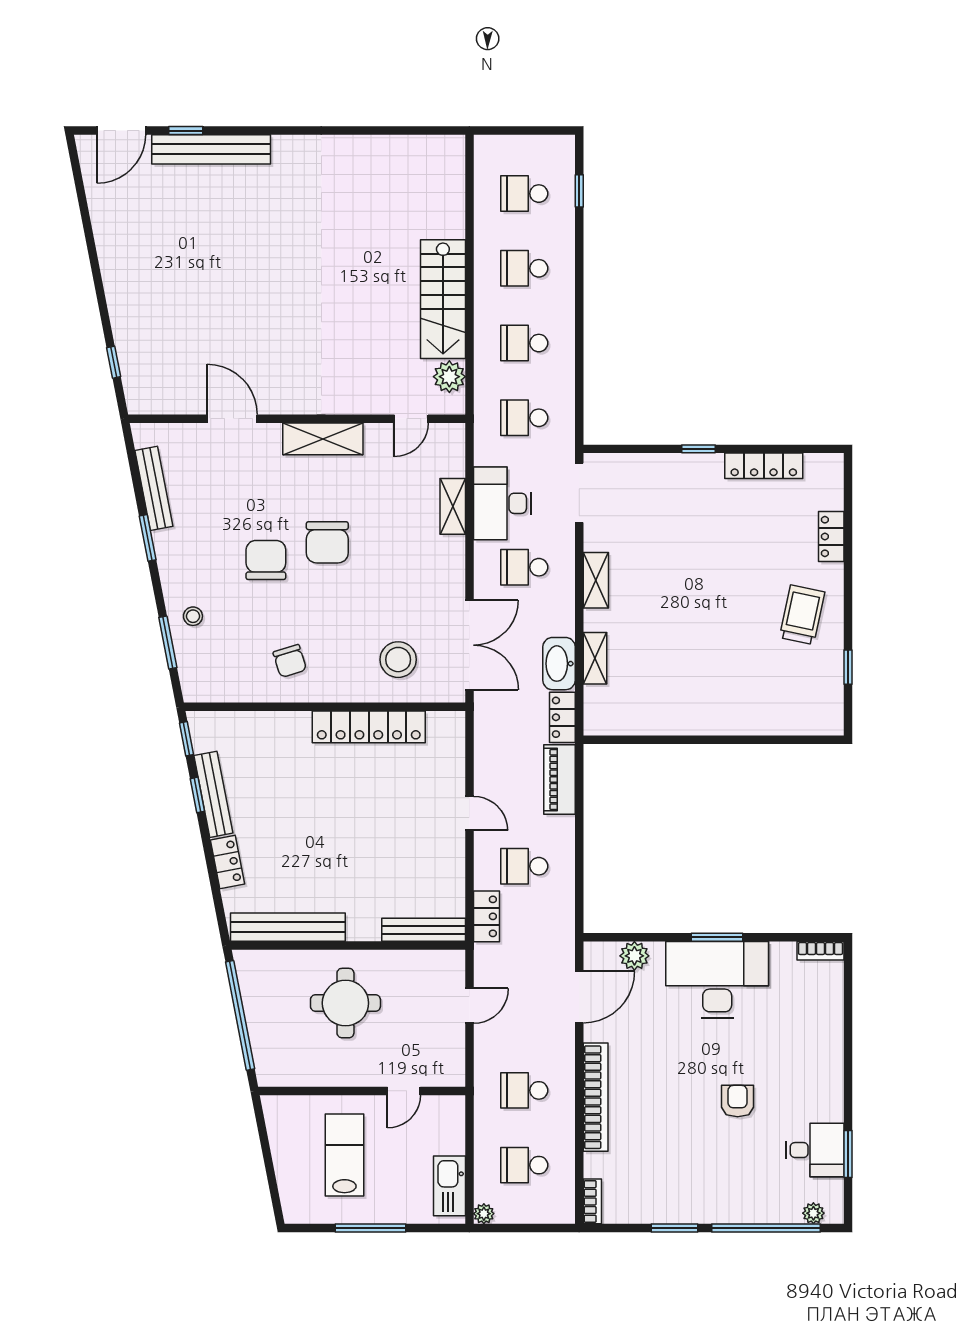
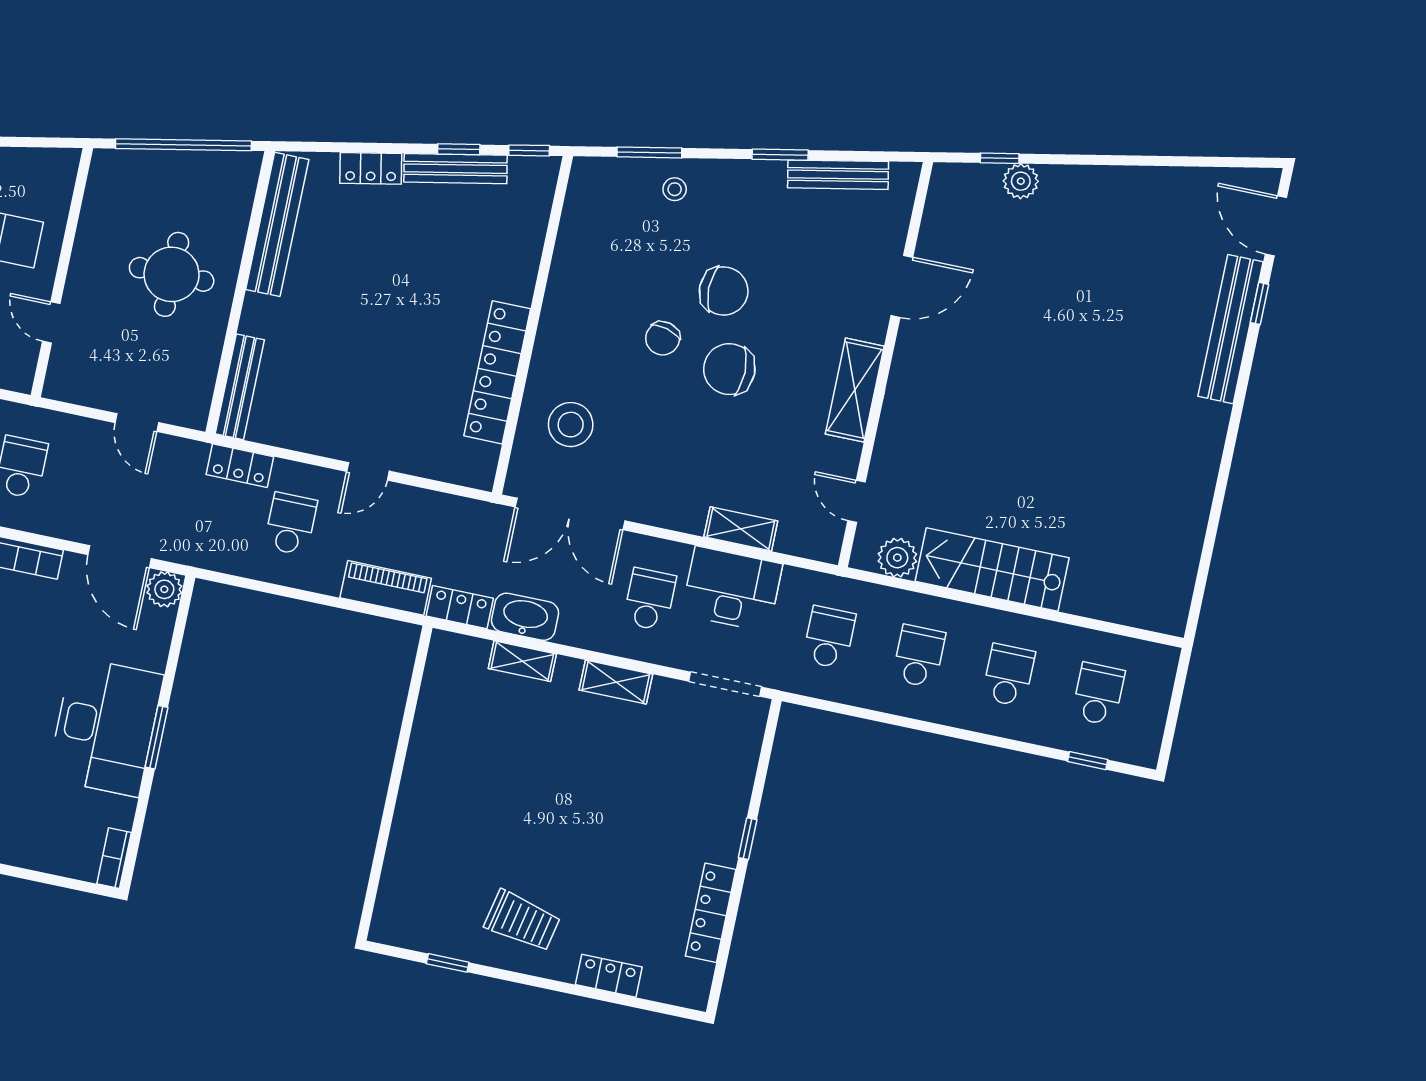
plant: (128, 342) -> (1021, 181), added
chair: (290, 661) -> (663, 338), moved, turned -58
plant: (634, 956) -> (164, 589), moved

